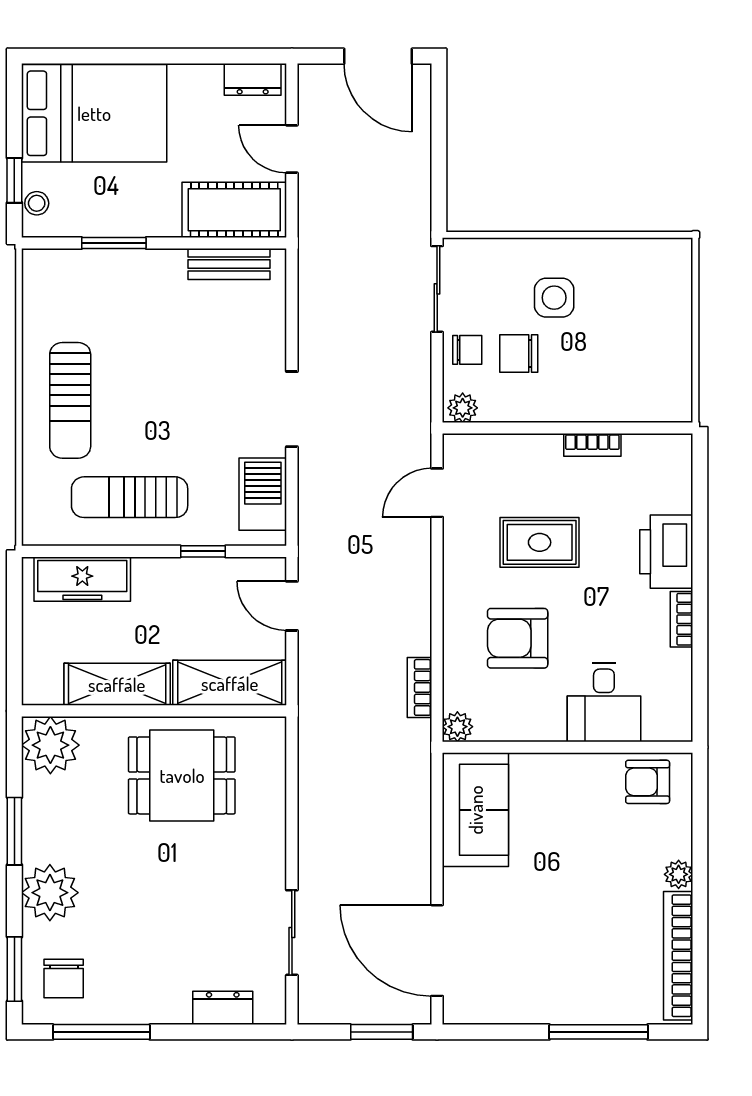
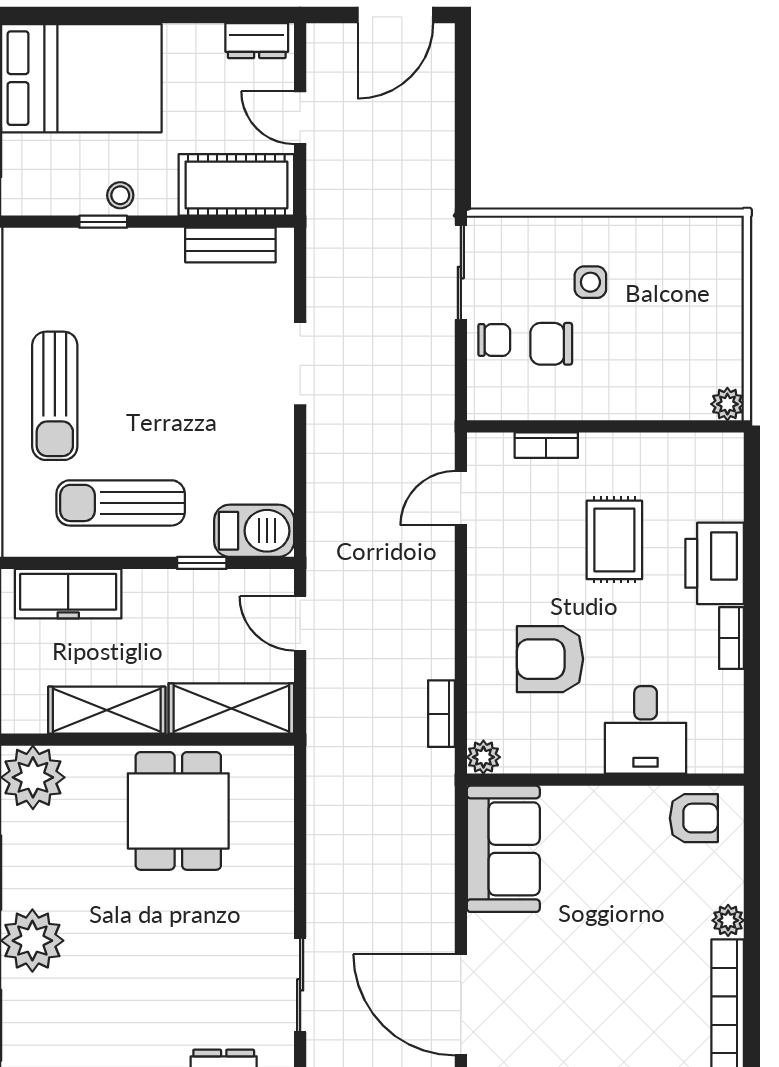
door: (378, 56) -> (395, 15), hinge flipped
stool: (37, 203) -> (120, 195), moved
window: (114, 243) -> (103, 222), width x0.67
side table: (554, 298) -> (590, 282), width x0.73, depth x0.73
plant: (463, 408) -> (727, 404), moved
doorway: (292, 409) -> (300, 364), moved
bookcase: (592, 445) -> (546, 445), moved
barbecue: (263, 494) -> (254, 531), moved, turned 90
rug: (540, 542) -> (614, 540), moved, turned 90
dining table: (182, 775) -> (178, 811), turned 90
armchair: (648, 782) -> (694, 818), turned 180
chair: (64, 979) -> (48, 1036), removed

